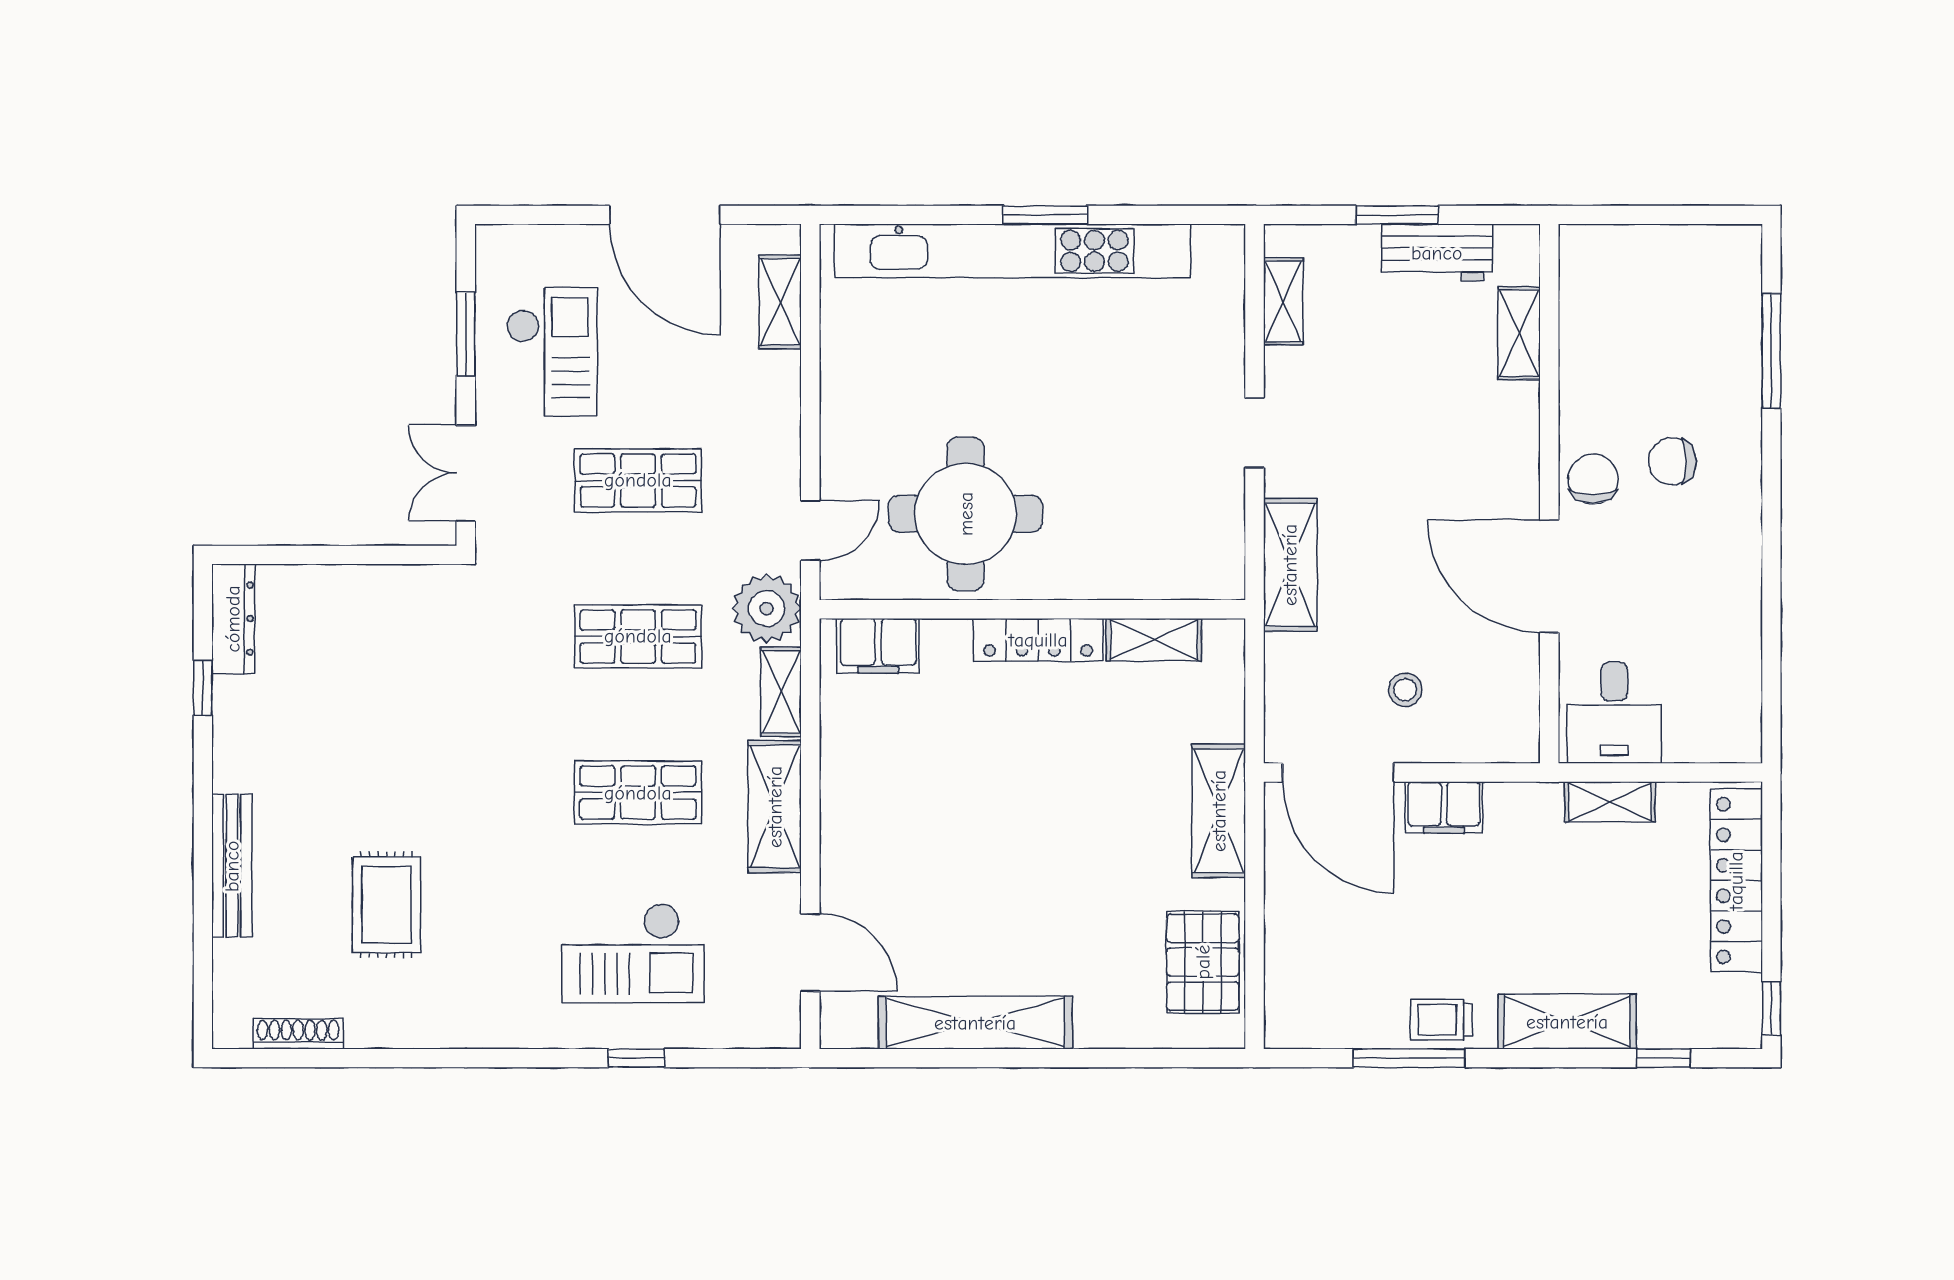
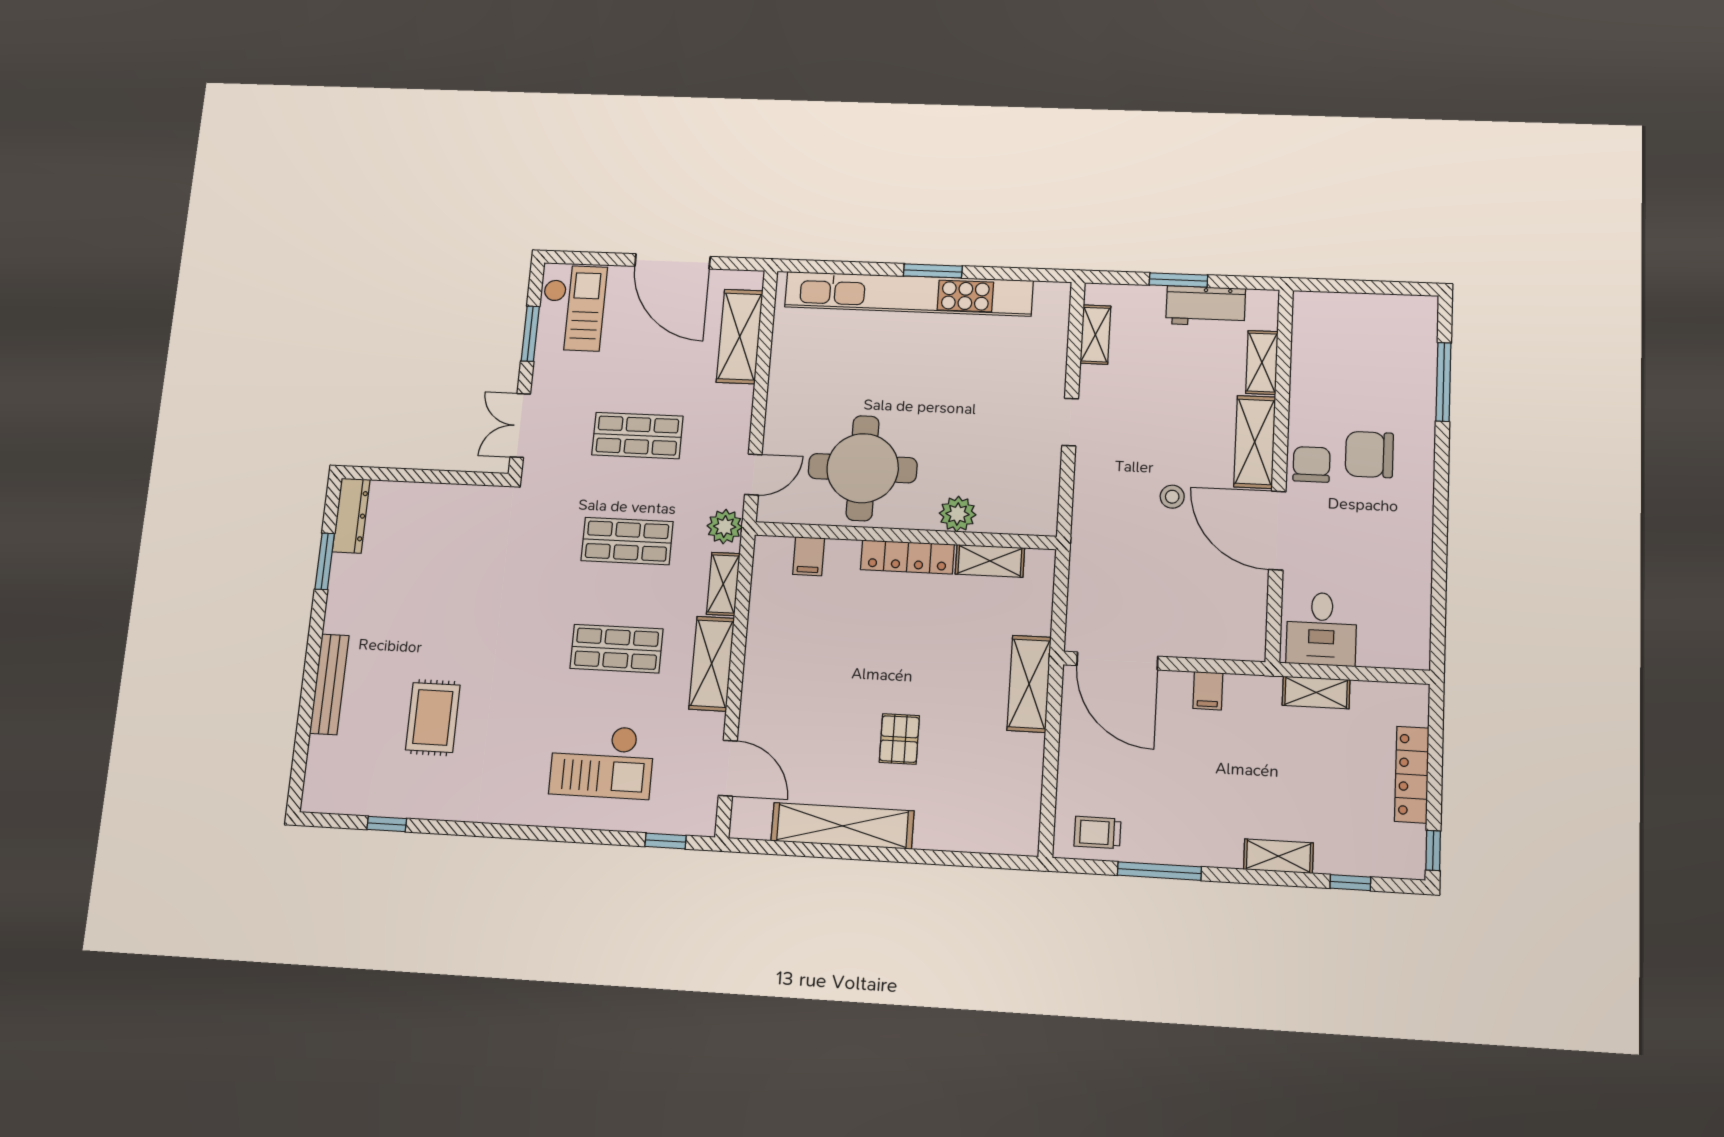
shelving: (780, 302) -> (740, 336), width x1.50, depth x1.33
checkout: (552, 352) -> (573, 308), moved
chair: (1672, 461) -> (1369, 455), width x1.37, depth x1.37
shelving: (1290, 565) -> (1255, 442), moved
plant: (1104, 574) -> (958, 514), added
plant: (767, 609) -> (725, 527), width x0.73, depth x0.73
filing cabinet: (878, 646) -> (809, 556), width x0.50
window: (203, 688) -> (325, 561), width x1.50
stool: (1405, 690) -> (1172, 497), moved
filing cabinet: (1444, 807) -> (1208, 691), width x0.50
locker: (1736, 881) -> (1412, 775), width x0.71, depth x0.83
pallet: (1203, 962) -> (899, 739), moved, width x0.67, depth x0.71
trolley: (1441, 1020) -> (1098, 833), moved
shelving: (1567, 1022) -> (1278, 856), width x0.67, depth x0.75
shoe rack: (298, 1034) -> (361, 805), removed
window: (338, 1058) -> (387, 824), added
window: (636, 1058) -> (666, 841), moved

